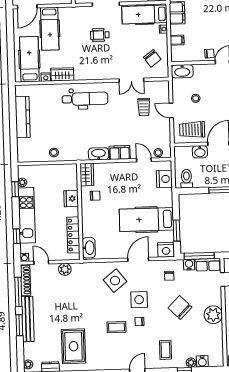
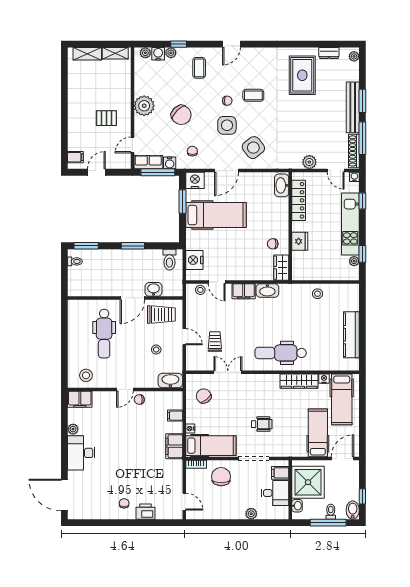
wardrobe: (62, 74) -> (299, 381), width x1.50
plant: (214, 362) -> (145, 53), added

